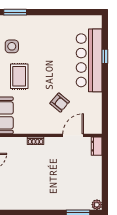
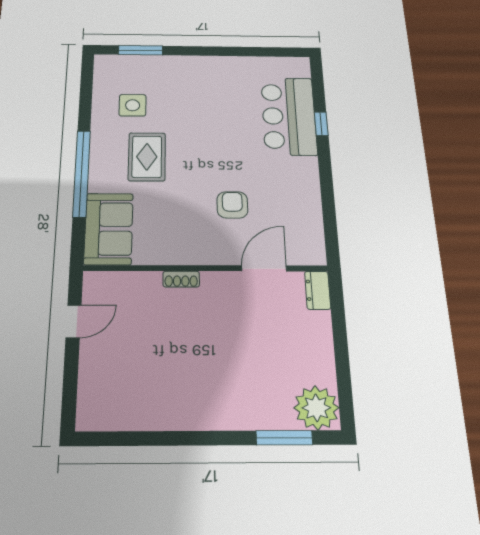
bar counter: (89, 60) -> (289, 116), width x0.73
armchair: (60, 103) -> (232, 205), turned -130
plant: (97, 205) -> (316, 408), width x1.87, depth x1.87

